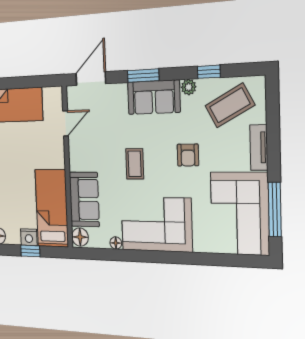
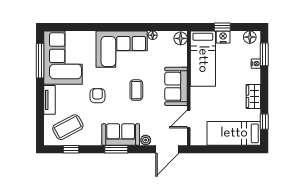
window: (209, 72) -> (71, 149), moved
window: (143, 76) -> (116, 149), moved
plant: (189, 87) -> (146, 140), moved
sofa: (84, 199) -> (176, 86), moved

